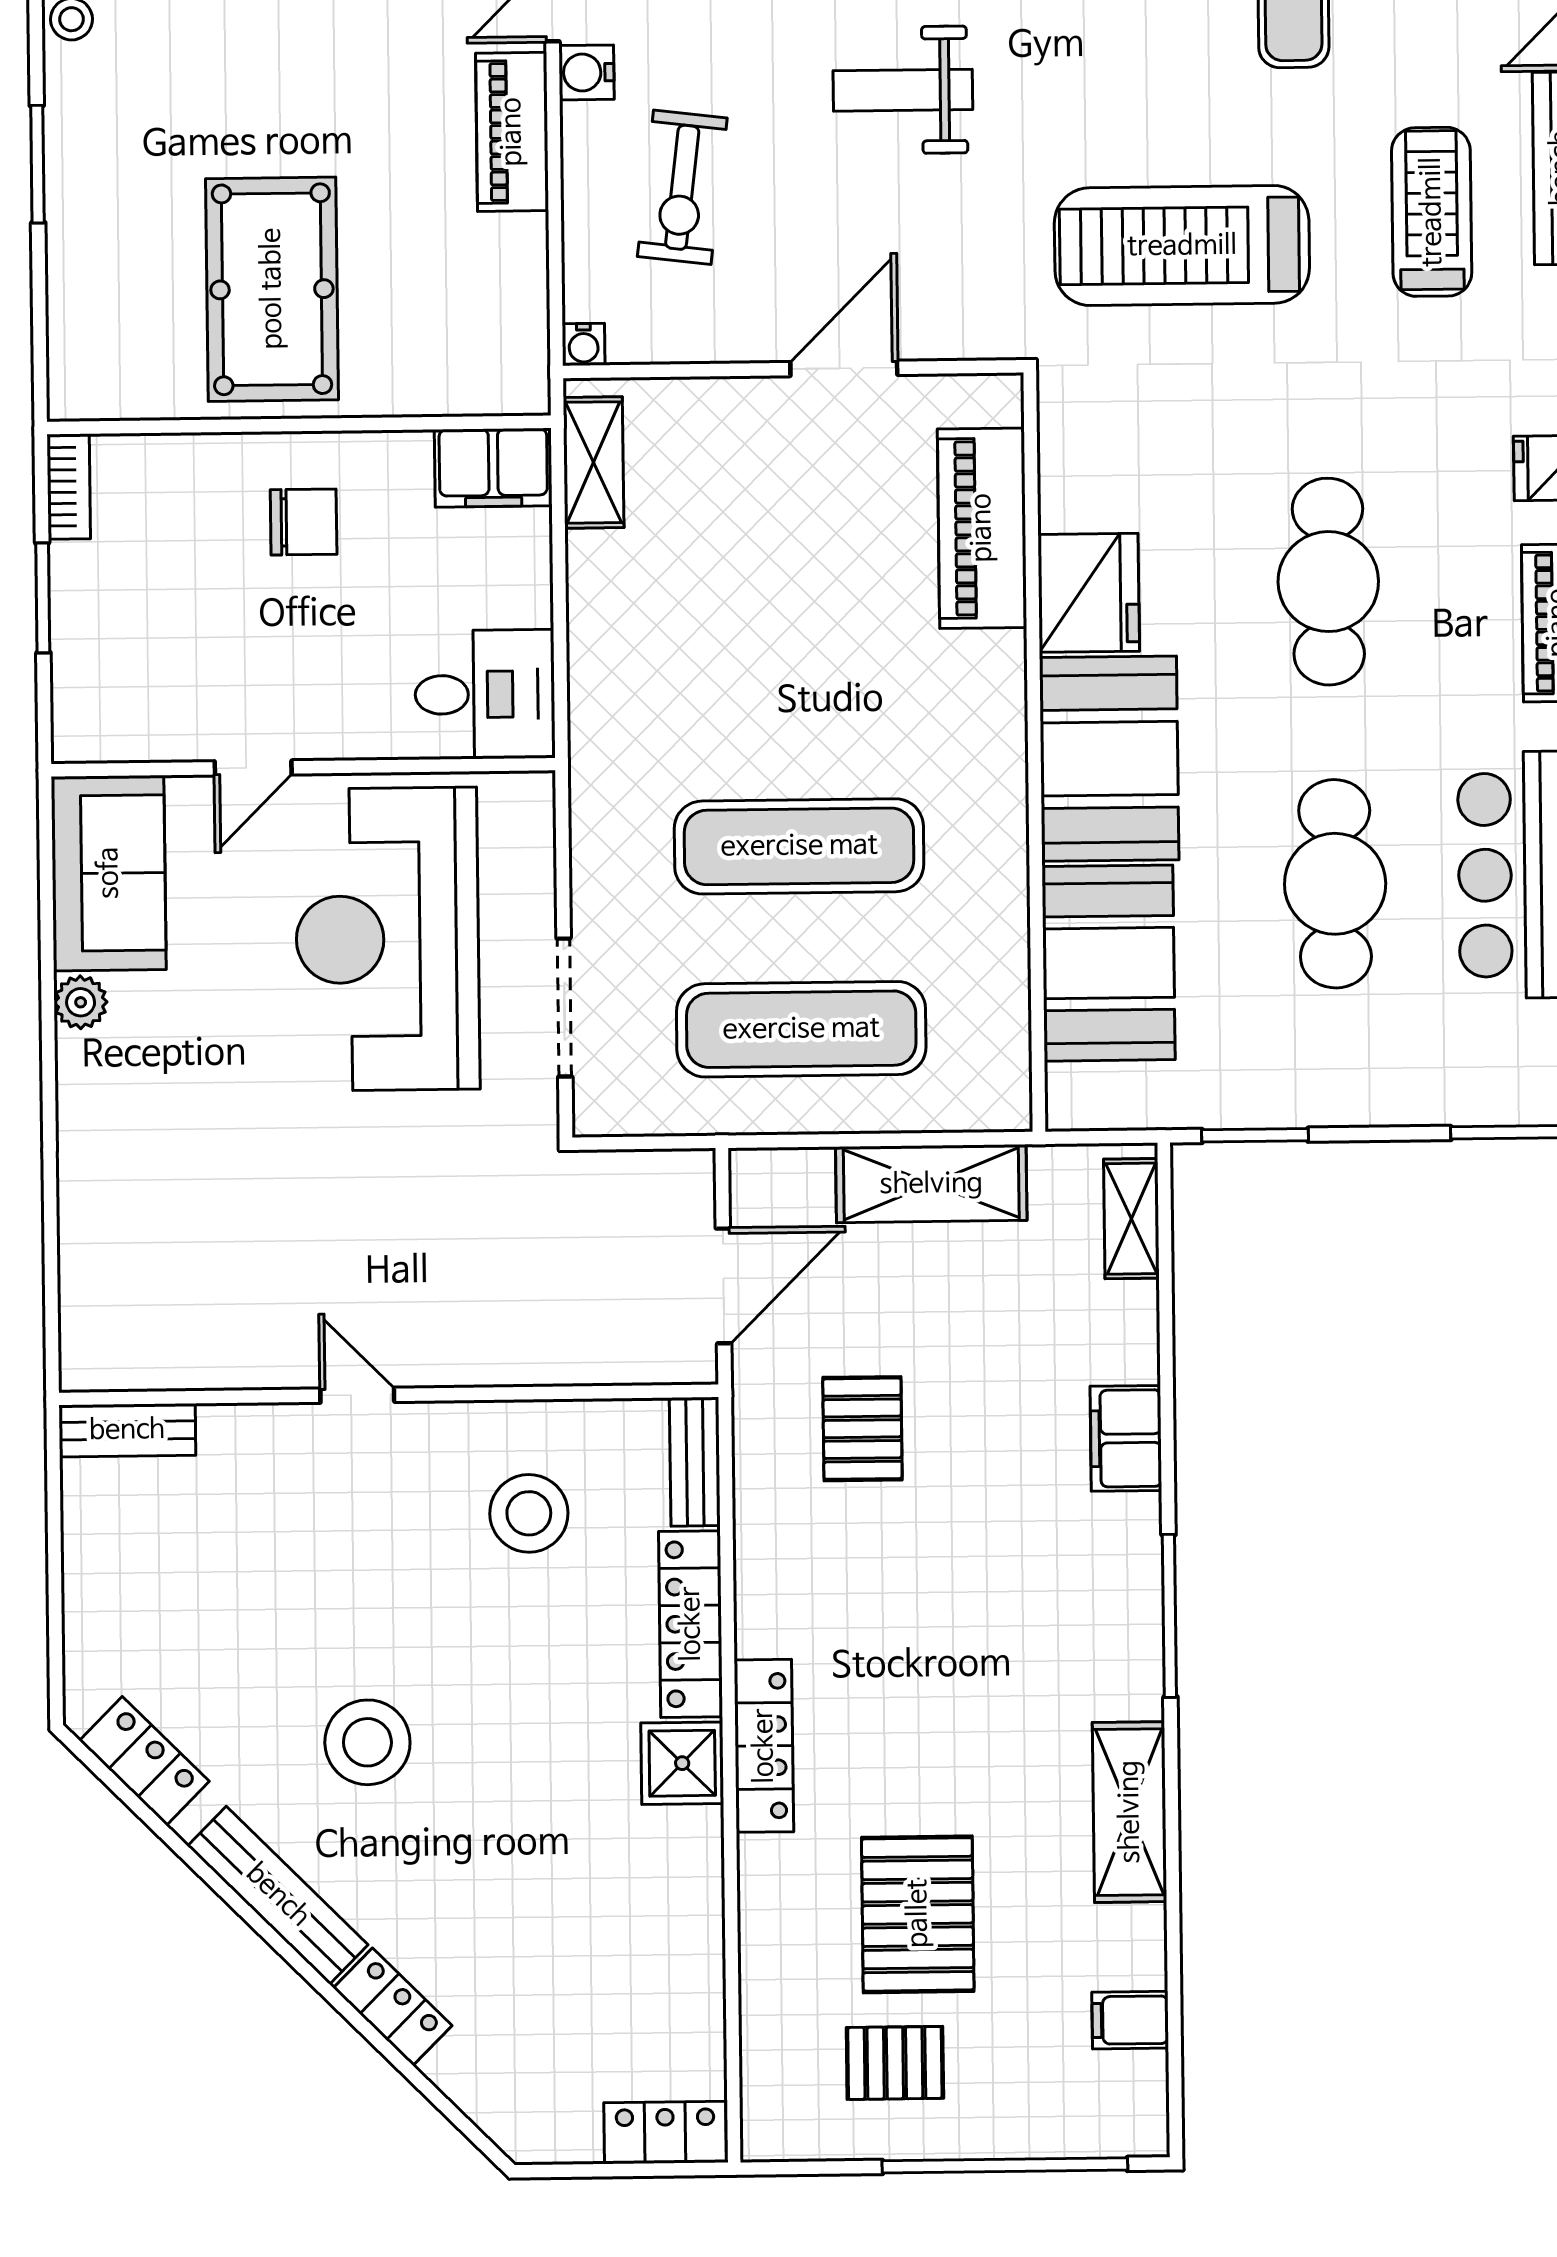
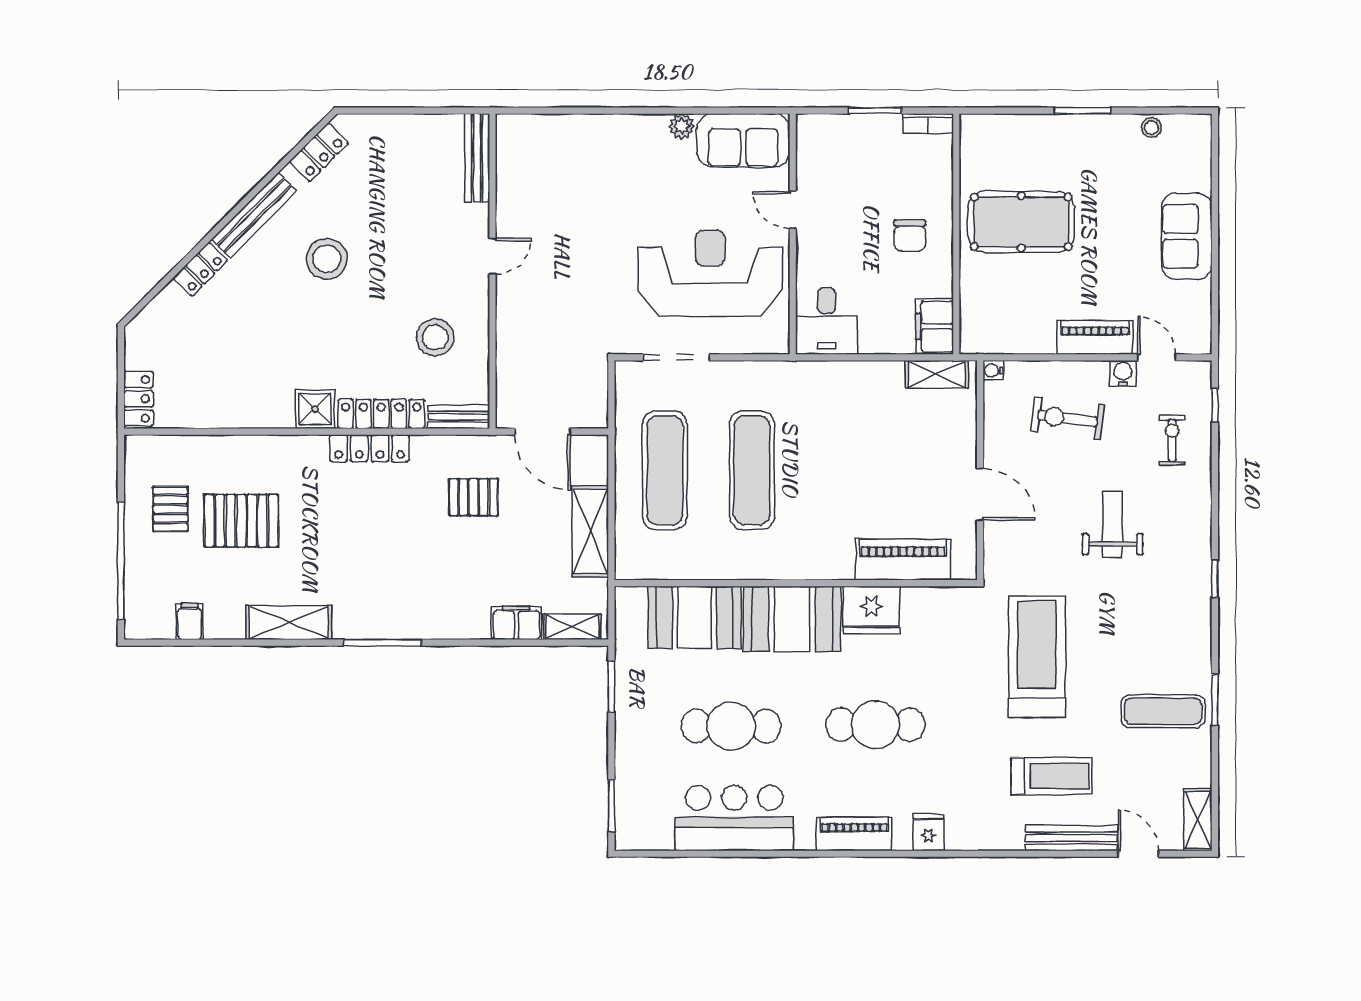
bench: (127, 1430) -> (477, 158), width x1.36
filing cabinet: (1126, 1438) -> (516, 623), moved
locker: (764, 1746) -> (370, 448), moved

